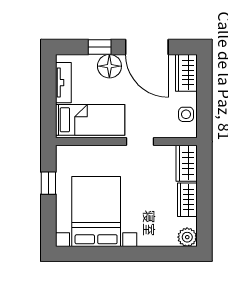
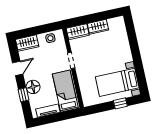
door: (147, 47) -> (18, 68), width x0.53
window: (48, 183) -> (120, 103), moved
bed with nightstands: (96, 211) -> (117, 82), width x0.73
plant: (187, 237) -> (119, 22), removed

